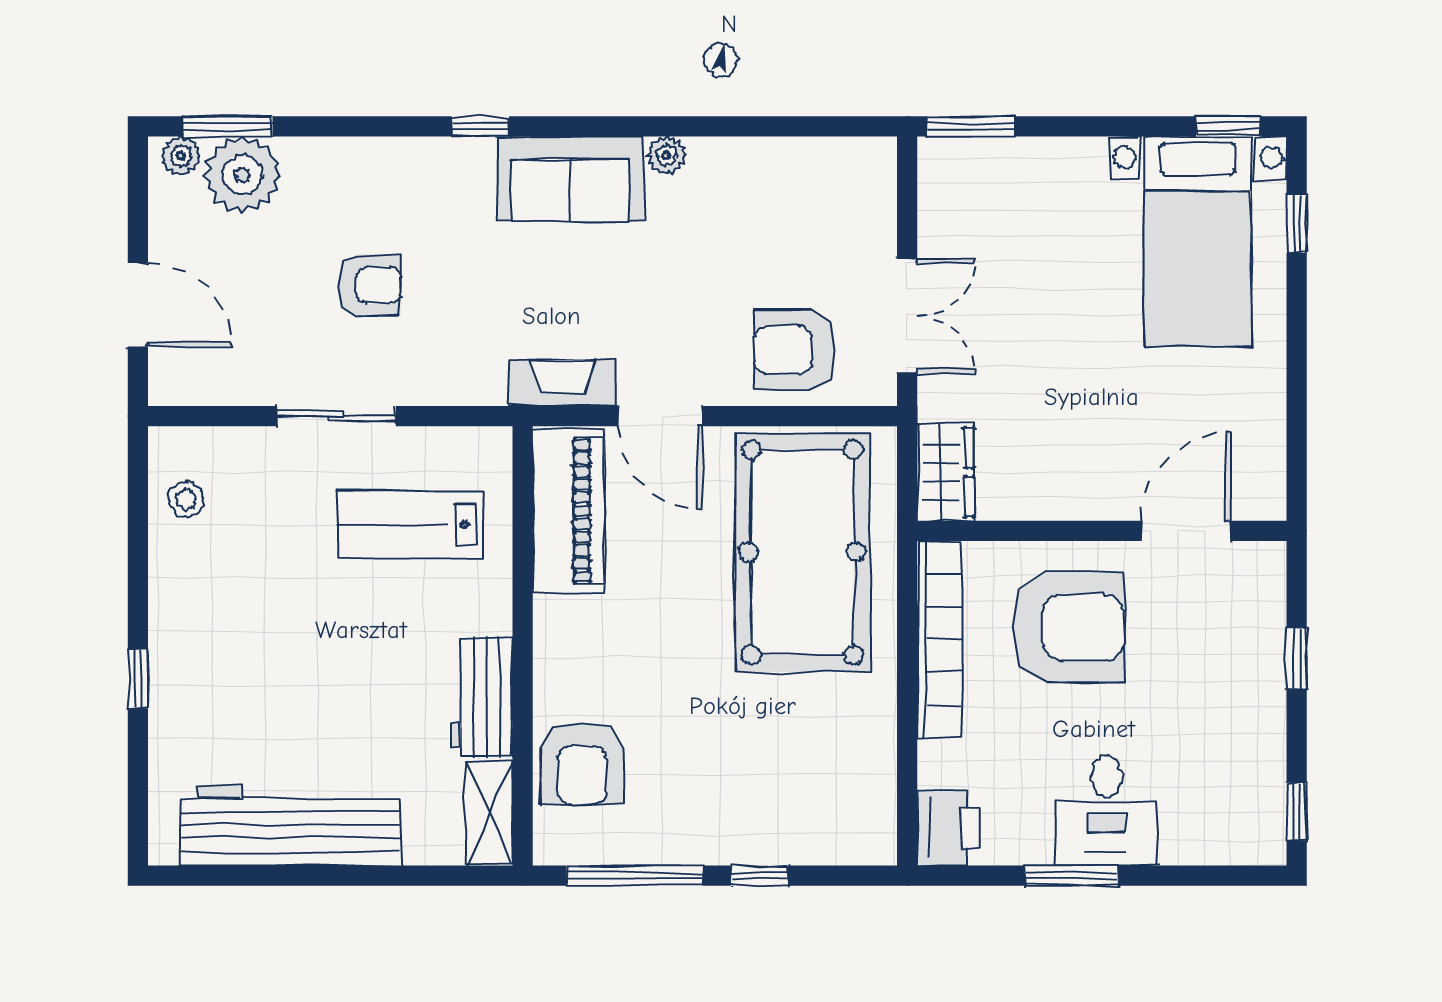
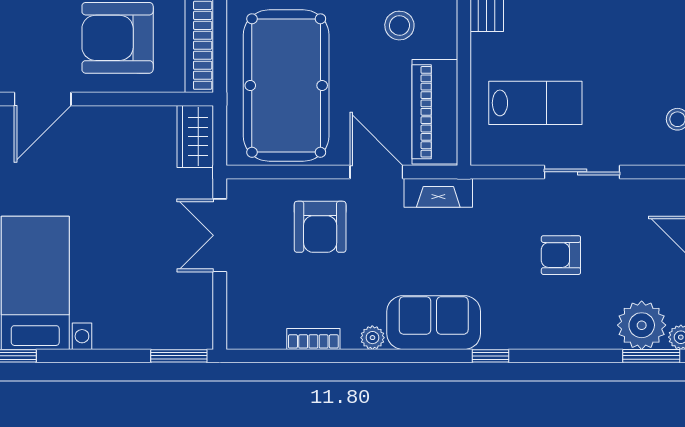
bookcase: (760, 153) -> (313, 339), added
armchair: (794, 350) -> (320, 227), moved, turned 90
stool: (624, 647) -> (399, 26), added

